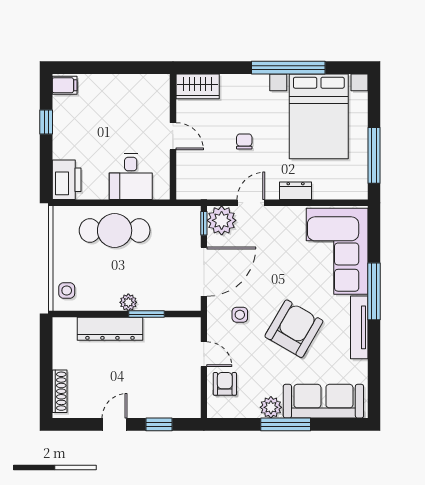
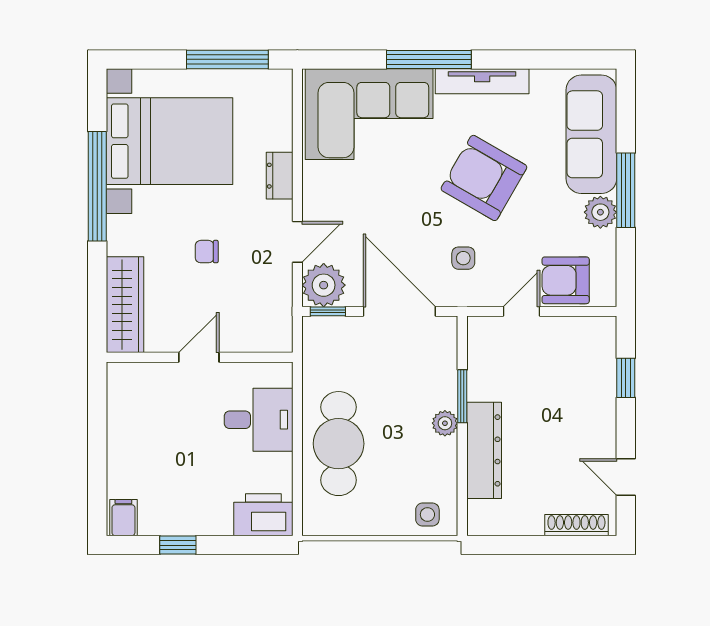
wardrobe: (198, 86) -> (125, 305), width x1.50
door: (251, 203) -> (297, 242), swing flipped
armchair: (225, 384) -> (566, 280), width x1.38, depth x1.38
door: (115, 424) -> (626, 477), moved

